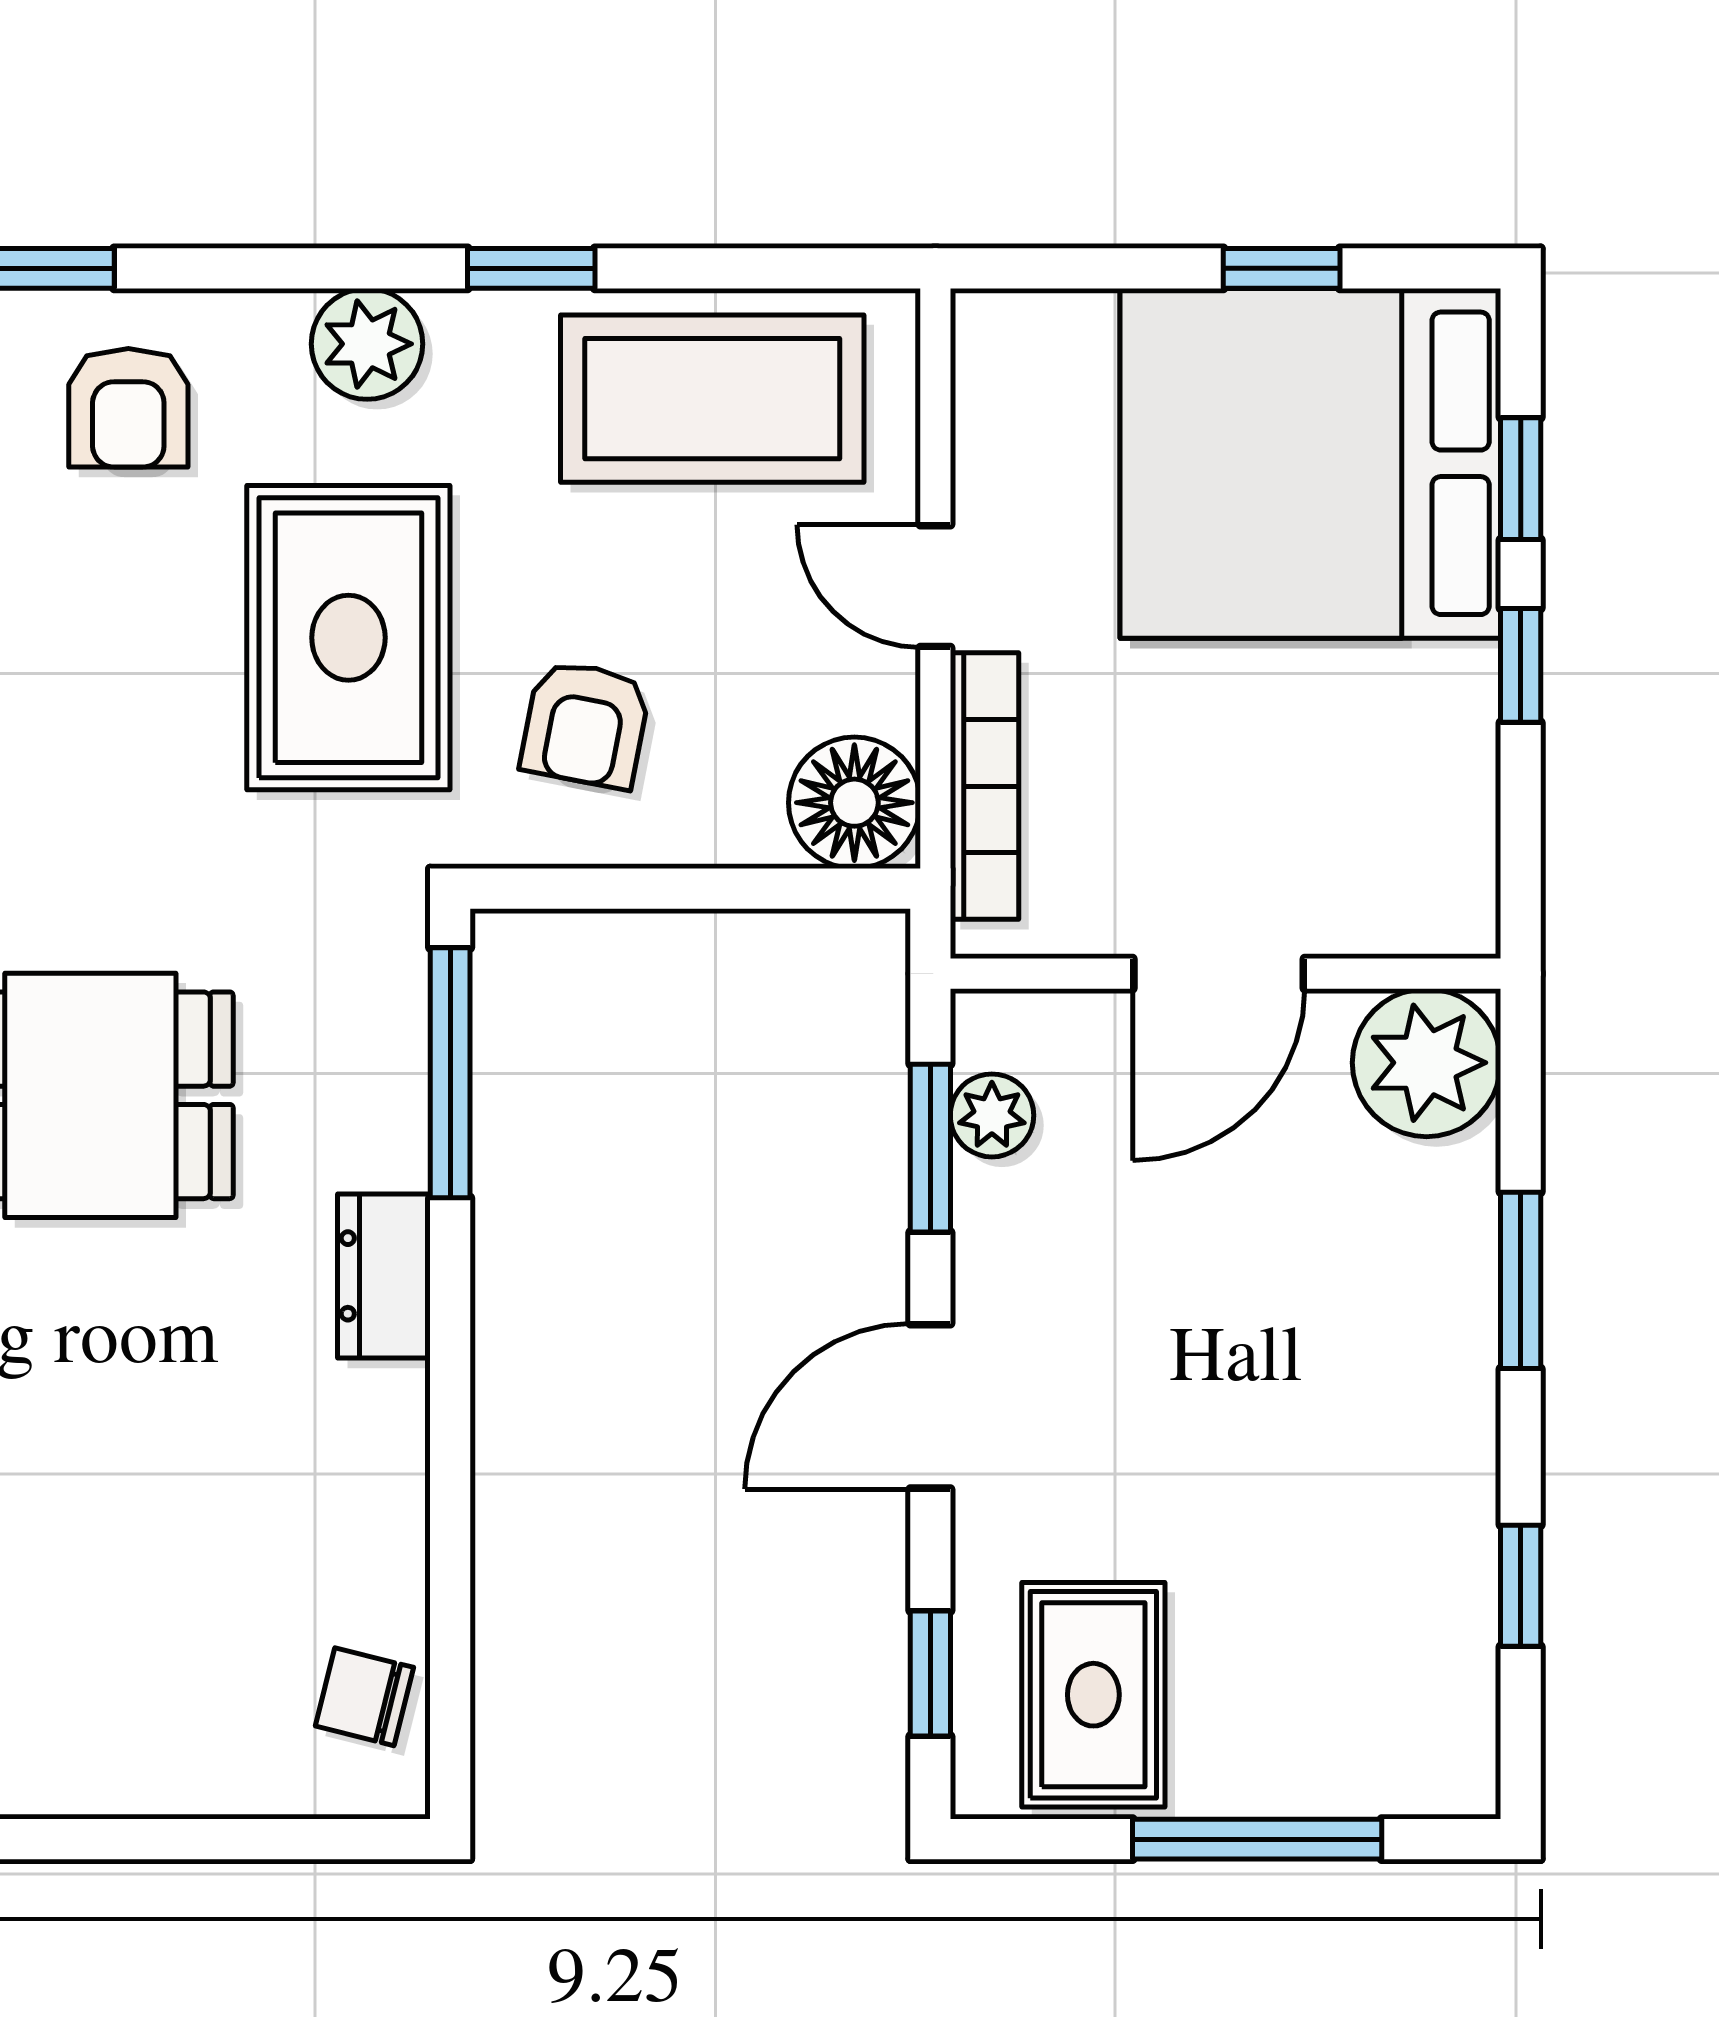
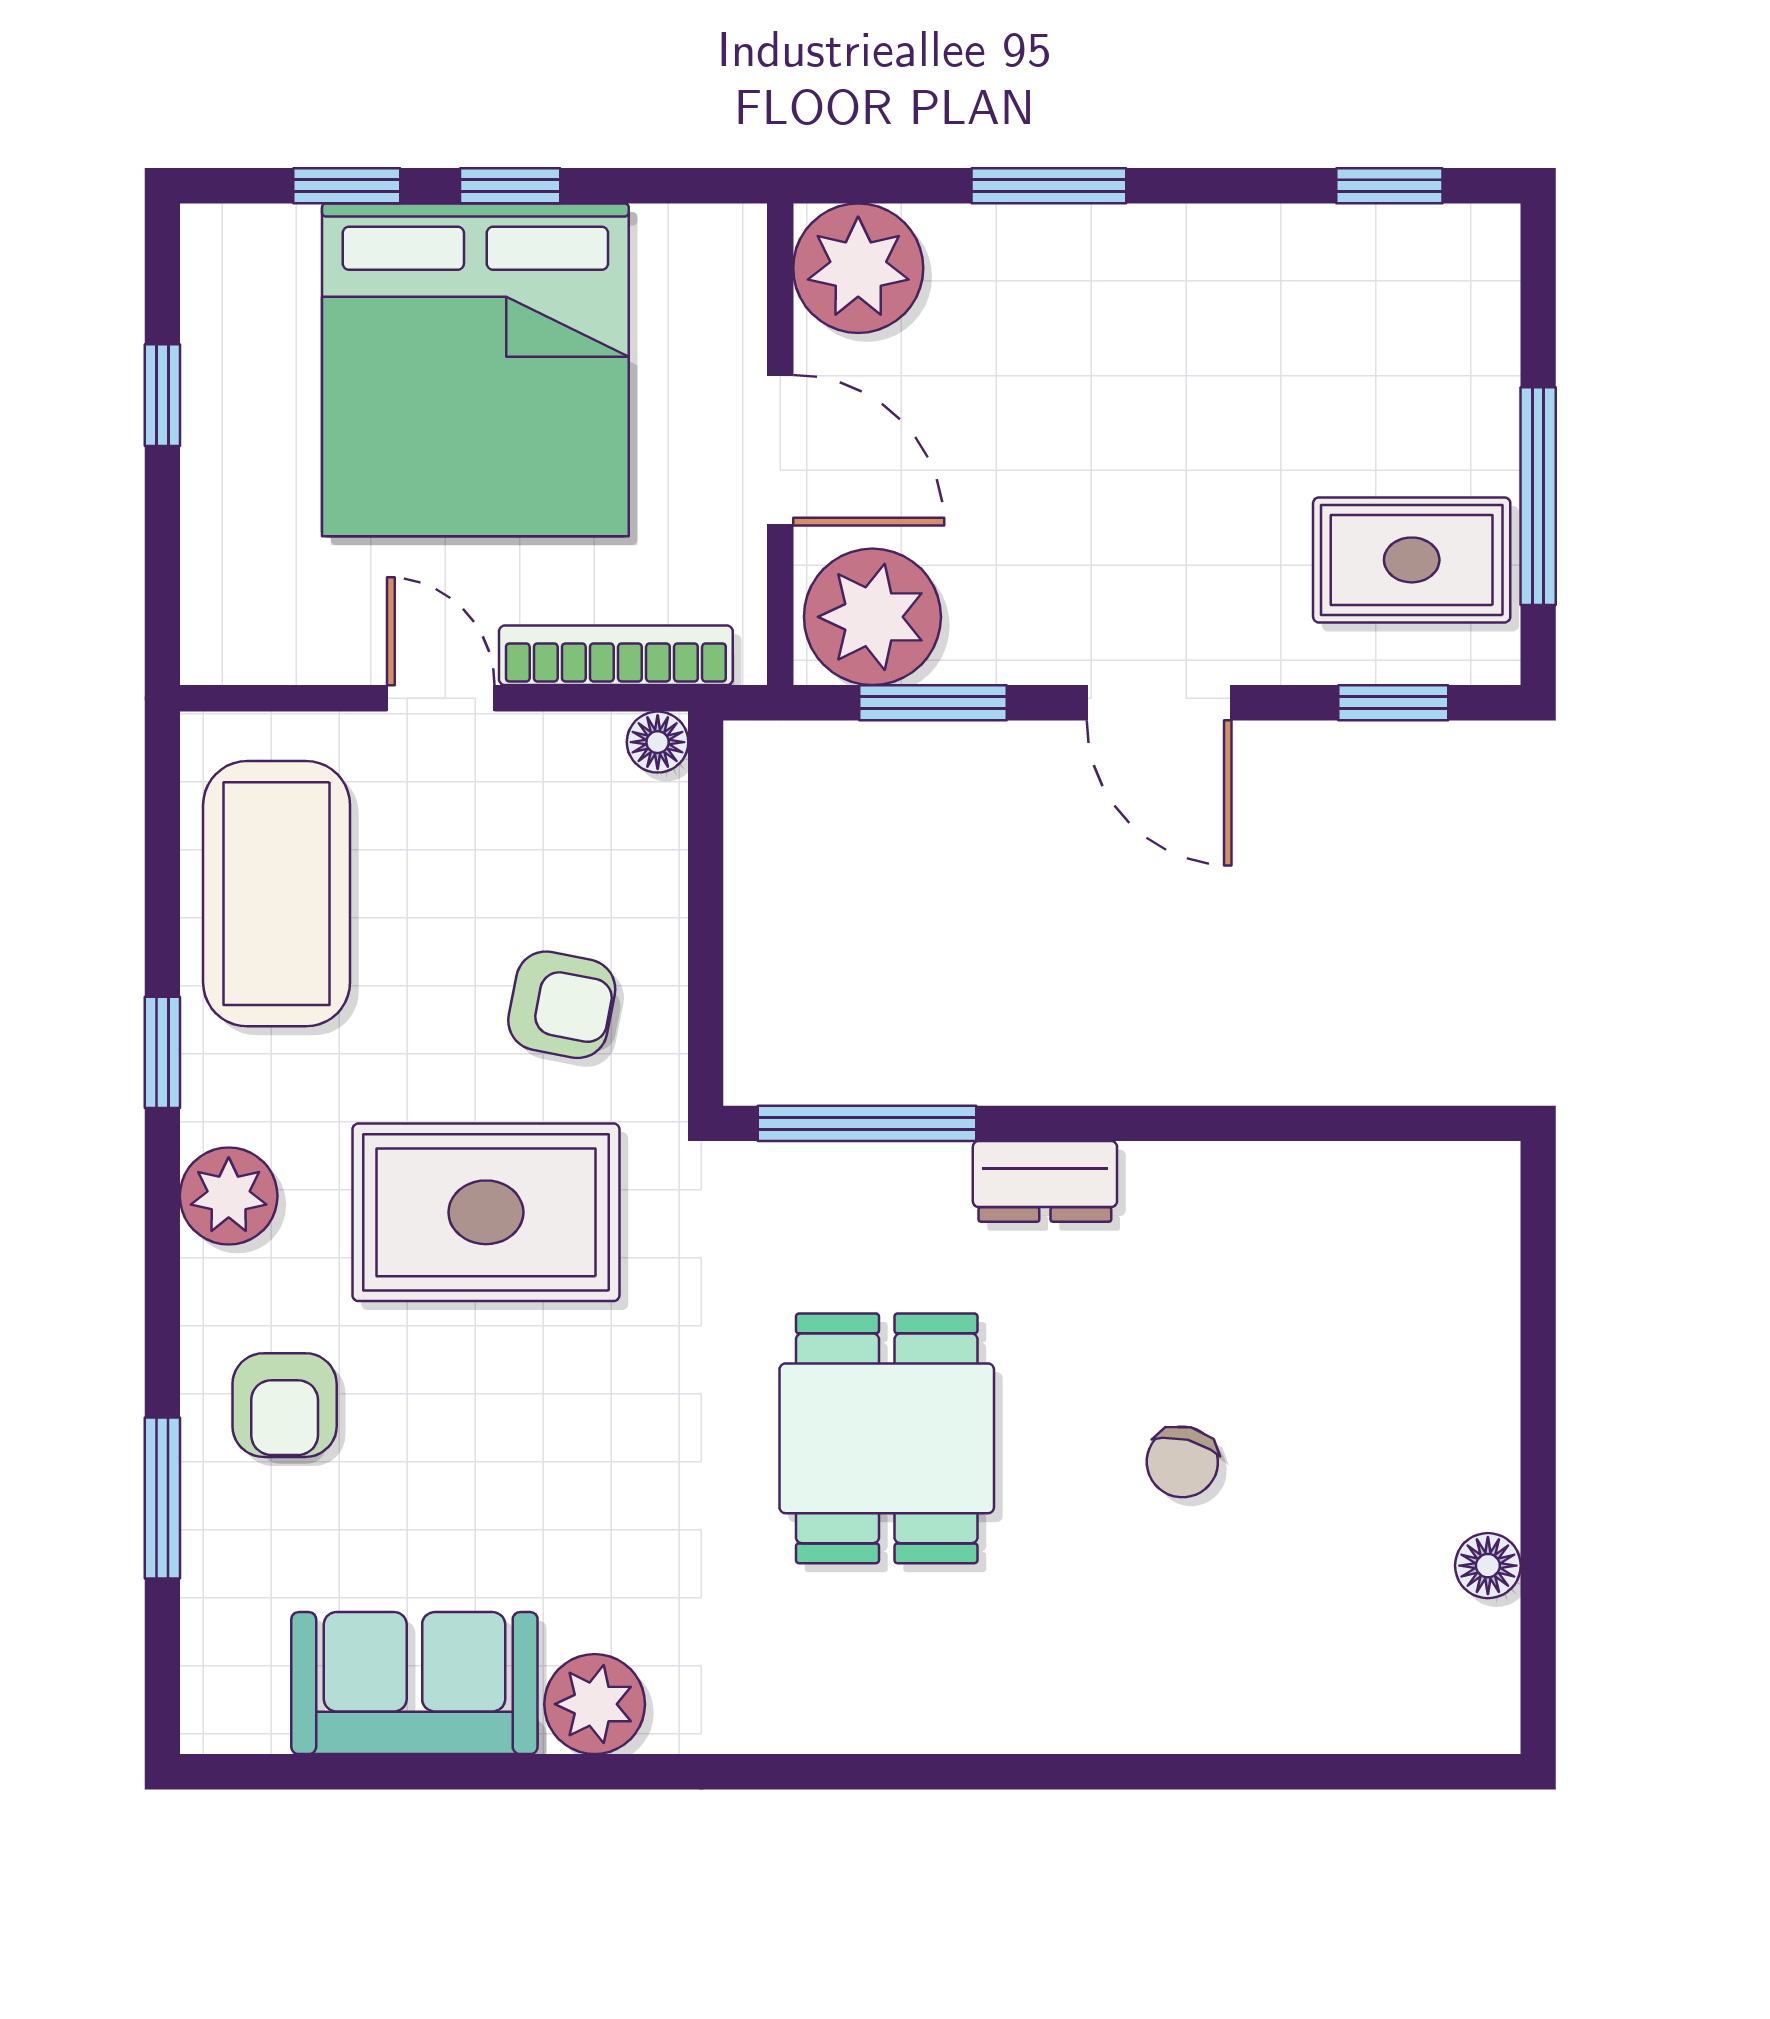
armchair: (128, 408) -> (285, 1405), turned 90
bed: (1310, 463) -> (475, 370), moved
door: (935, 586) -> (441, 698), swing flipped
floor lamp: (854, 803) -> (658, 742), width x0.53, depth x0.53
plant: (992, 1115) -> (872, 617), width x1.88, depth x1.88
window: (1521, 1586) -> (1389, 186), moved
chair: (364, 1697) -> (1182, 1462), moved
window: (1257, 1839) -> (1538, 496), moved

